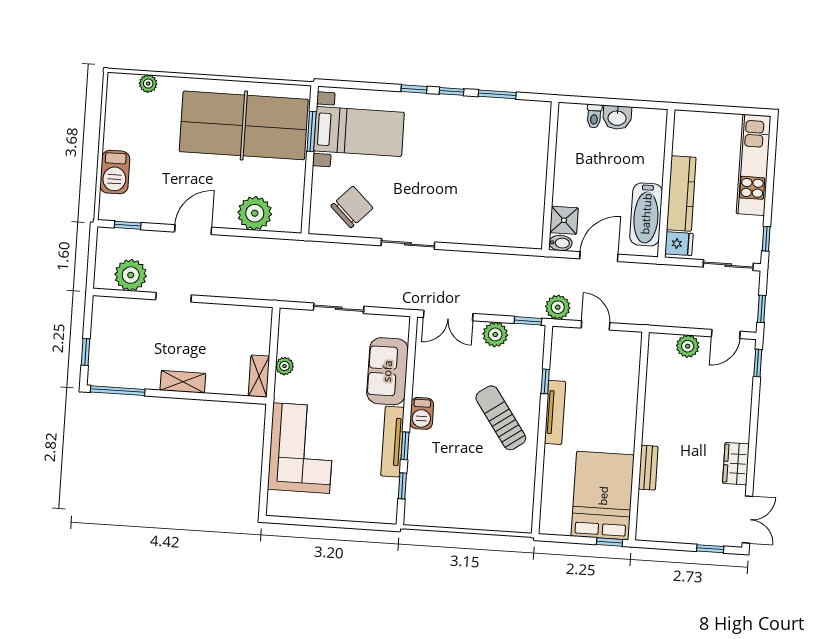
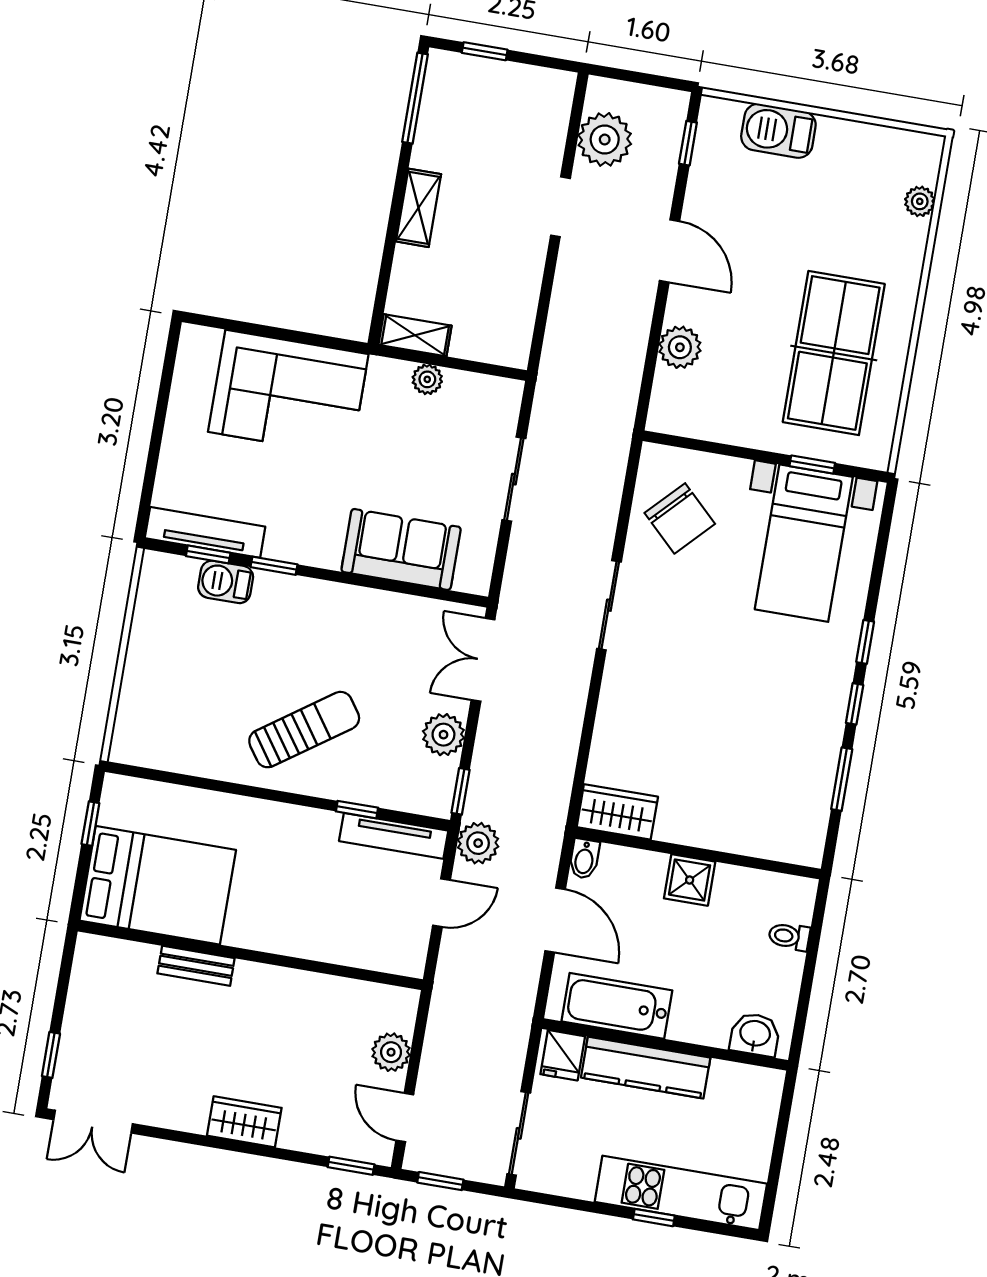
washbasin: (617, 117) -> (755, 1034), moved, turned 90
table tennis table: (244, 125) -> (834, 353), width x0.73, depth x0.76
window: (312, 131) -> (812, 465), width x0.67
plant: (255, 213) -> (680, 347), width x0.73, depth x0.73
shower: (564, 220) -> (690, 880), moved
wardrobe: (531, 226) -> (617, 812), added
window: (766, 239) -> (654, 1218), moved
tv unit: (555, 412) -> (394, 836), moved
barbecue: (422, 413) -> (226, 582), moved
tv unit: (393, 442) -> (205, 532), moved
wardrobe: (736, 464) -> (244, 1122), moved
window: (610, 542) -> (90, 824), moved

